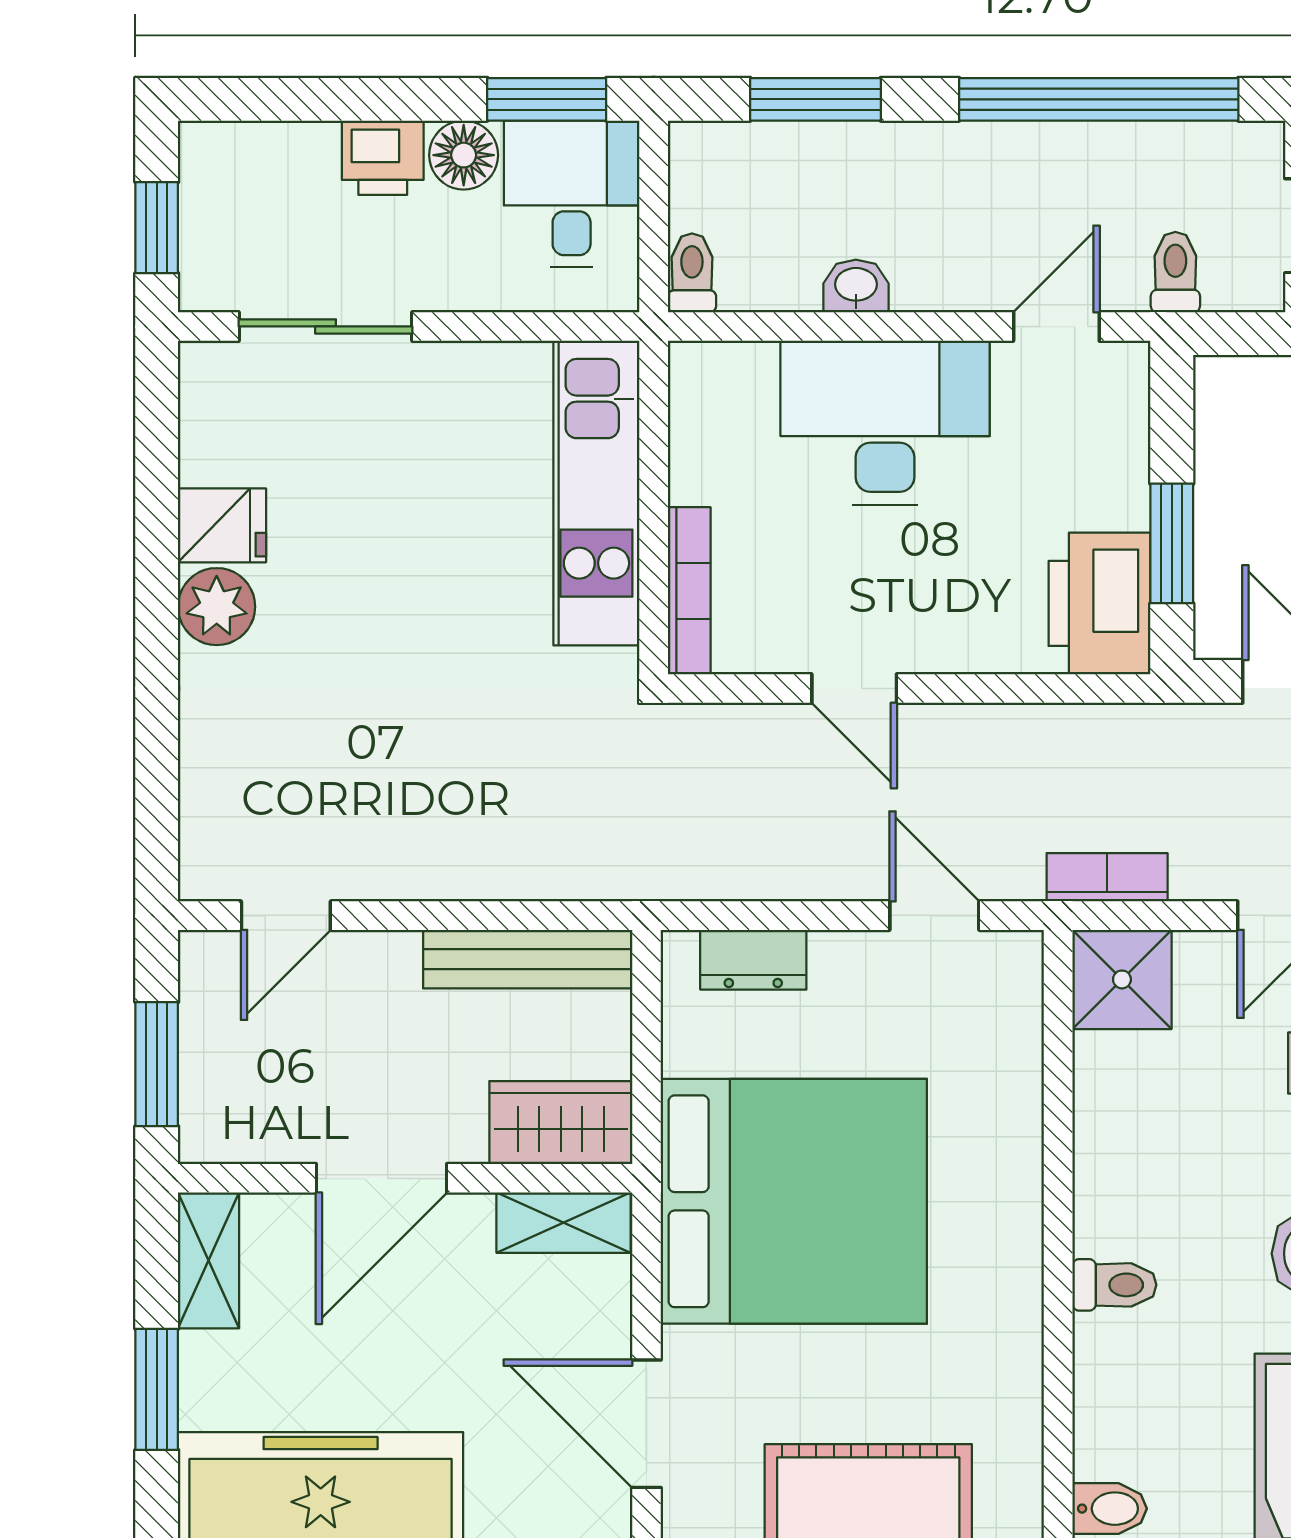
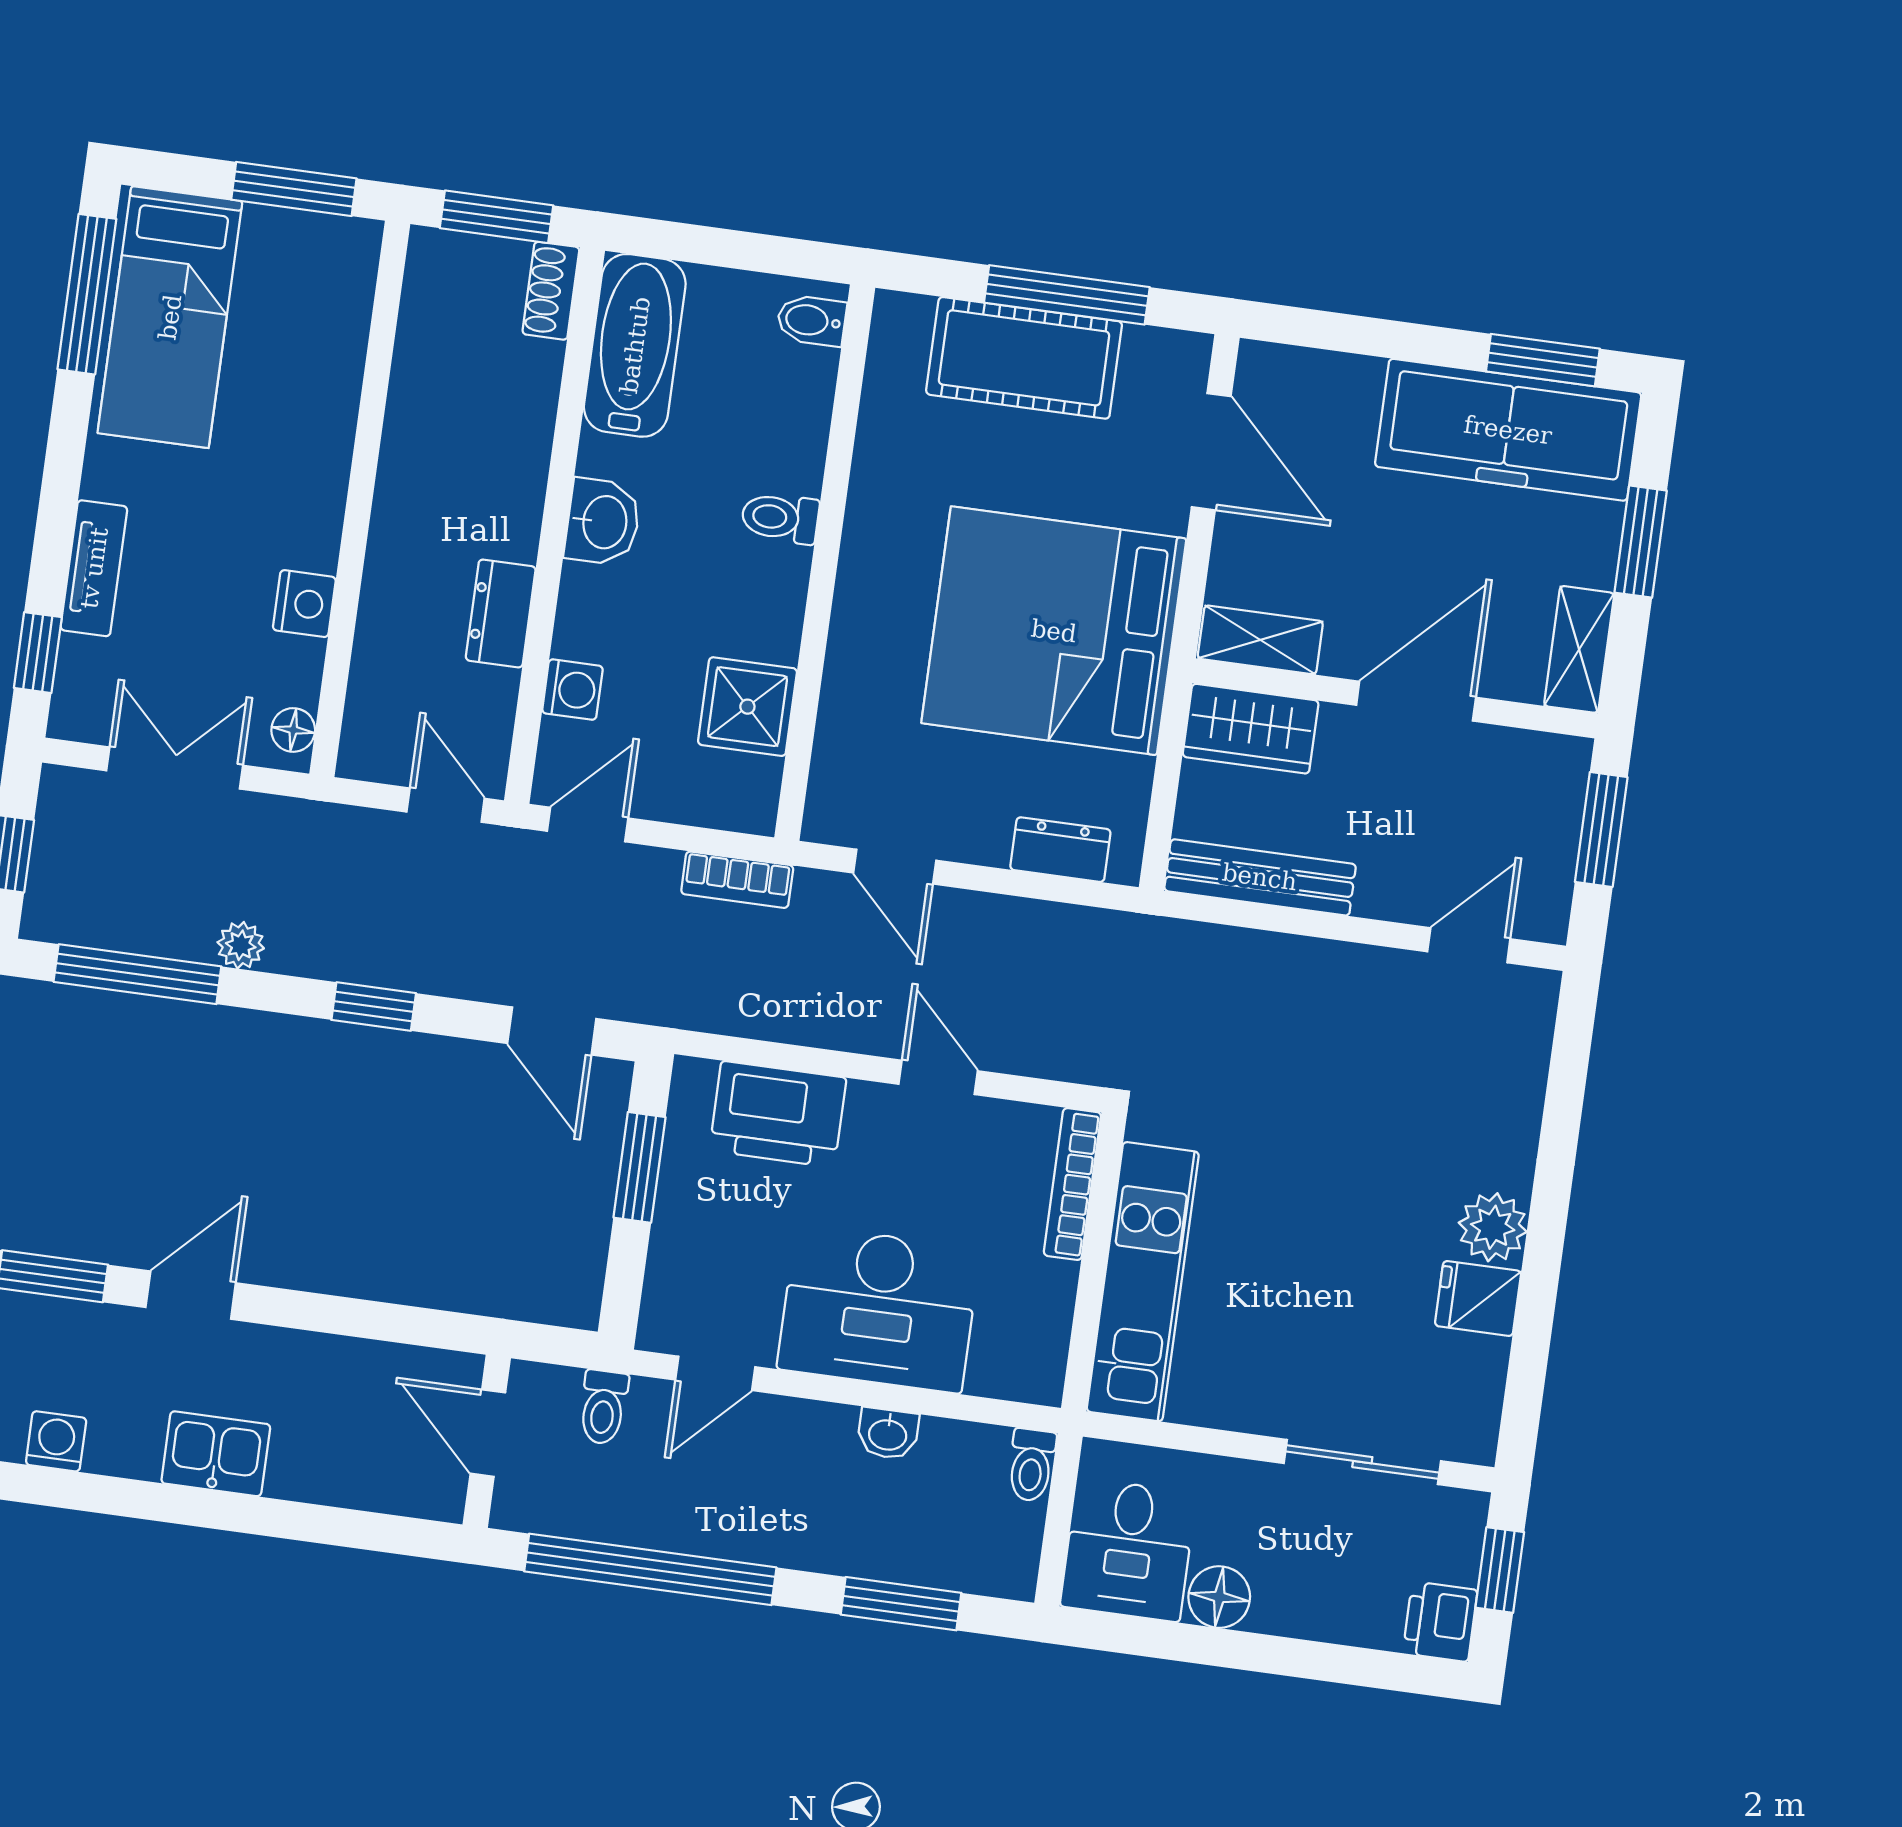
window: (547, 99) -> (1139, 1636), removed
printer: (383, 158) -> (1440, 1622), moved, turned -90
printer: (1100, 603) -> (778, 1114), moved, turned 90
shower: (1122, 979) -> (747, 707), moved

